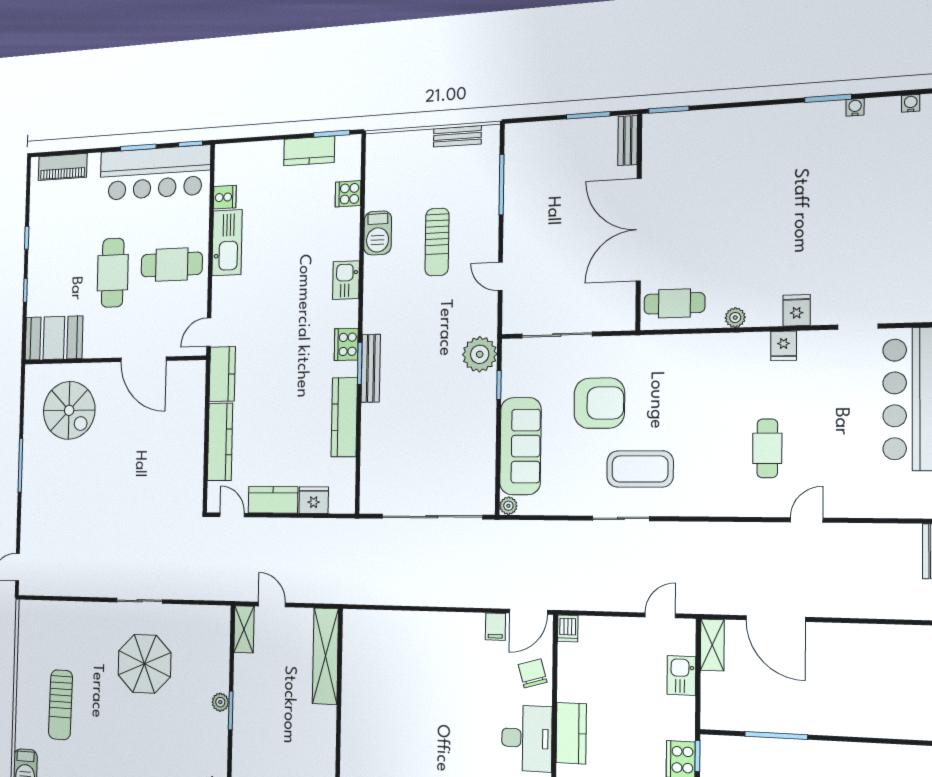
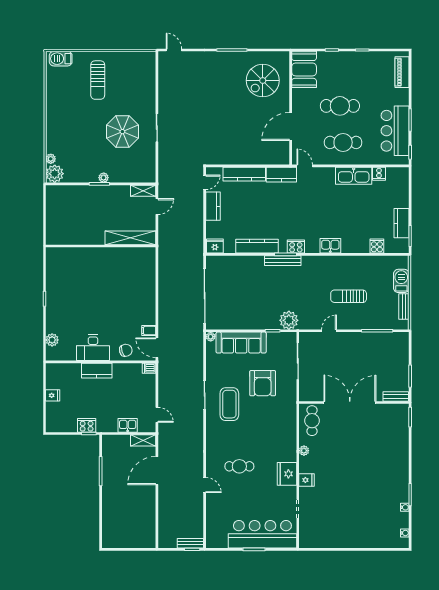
bar counter: (155, 173) -> (395, 131), width x0.73
barbecue: (378, 233) -> (401, 281), moved, turned 90
cafe table: (172, 264) -> (343, 142), turned 90
fridge: (784, 346) -> (287, 474), width x1.88, depth x1.34
fridge: (314, 500) -> (215, 246), moved, turned -90
sun lounger: (61, 705) -> (98, 80), turned -91

